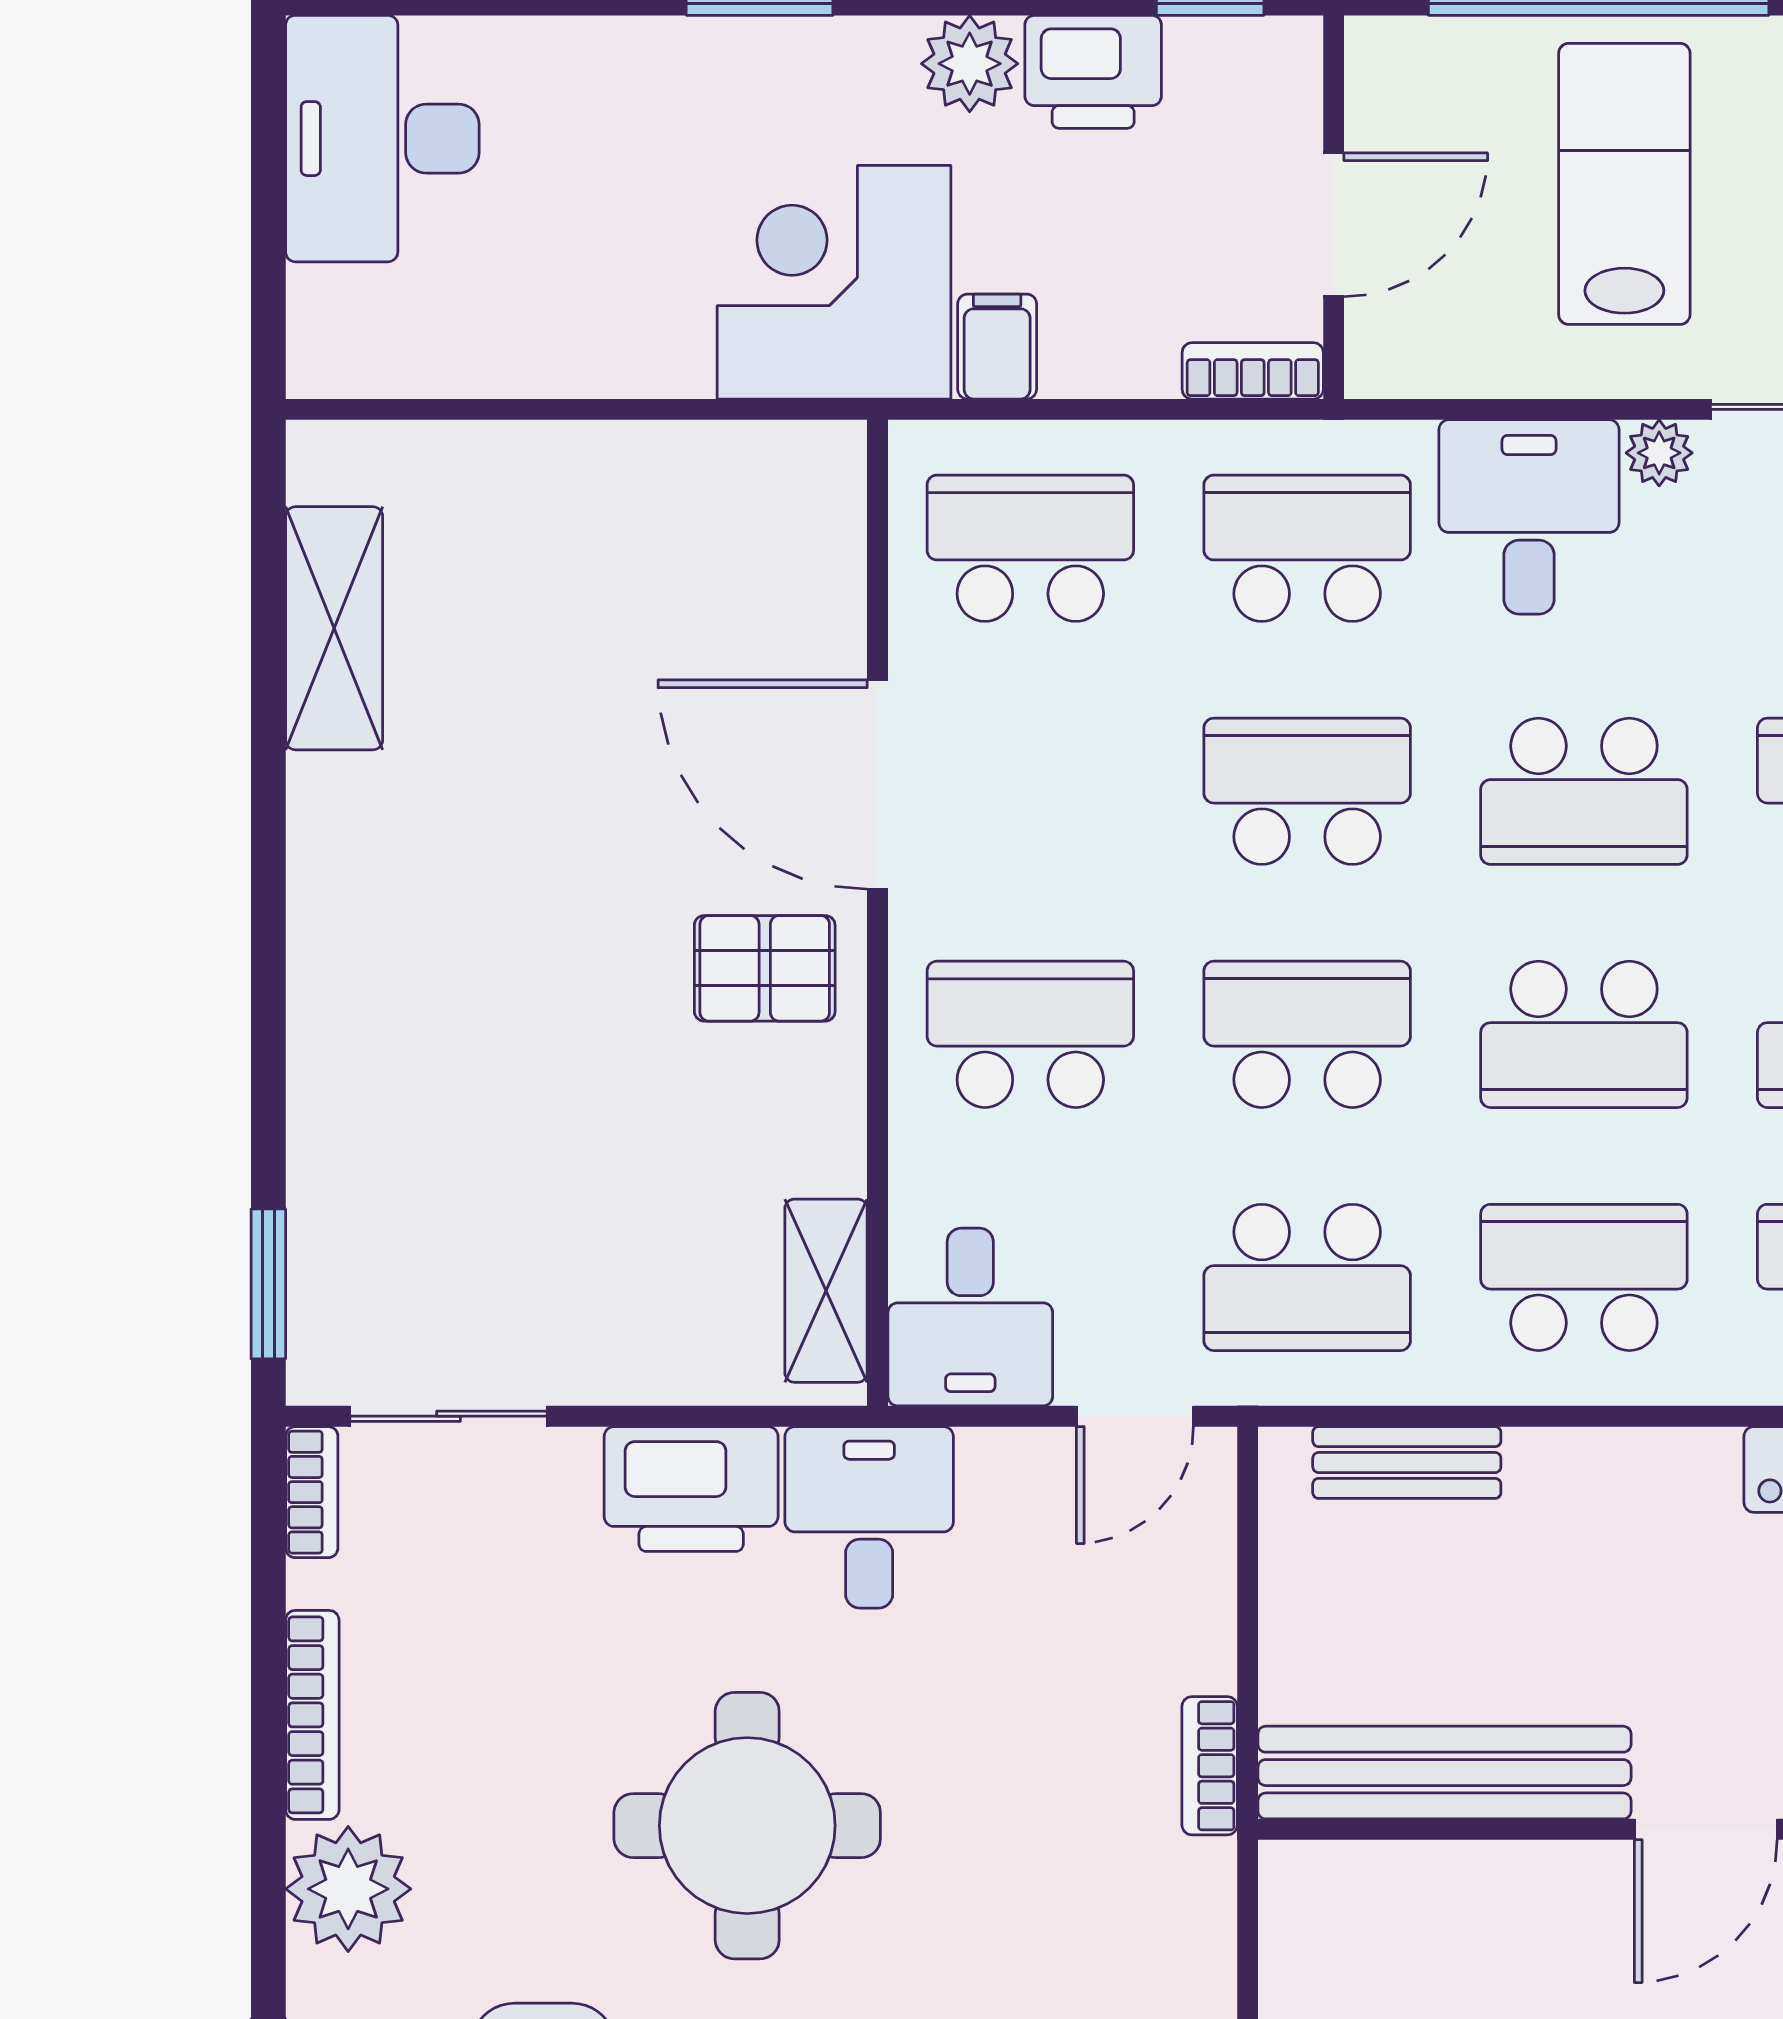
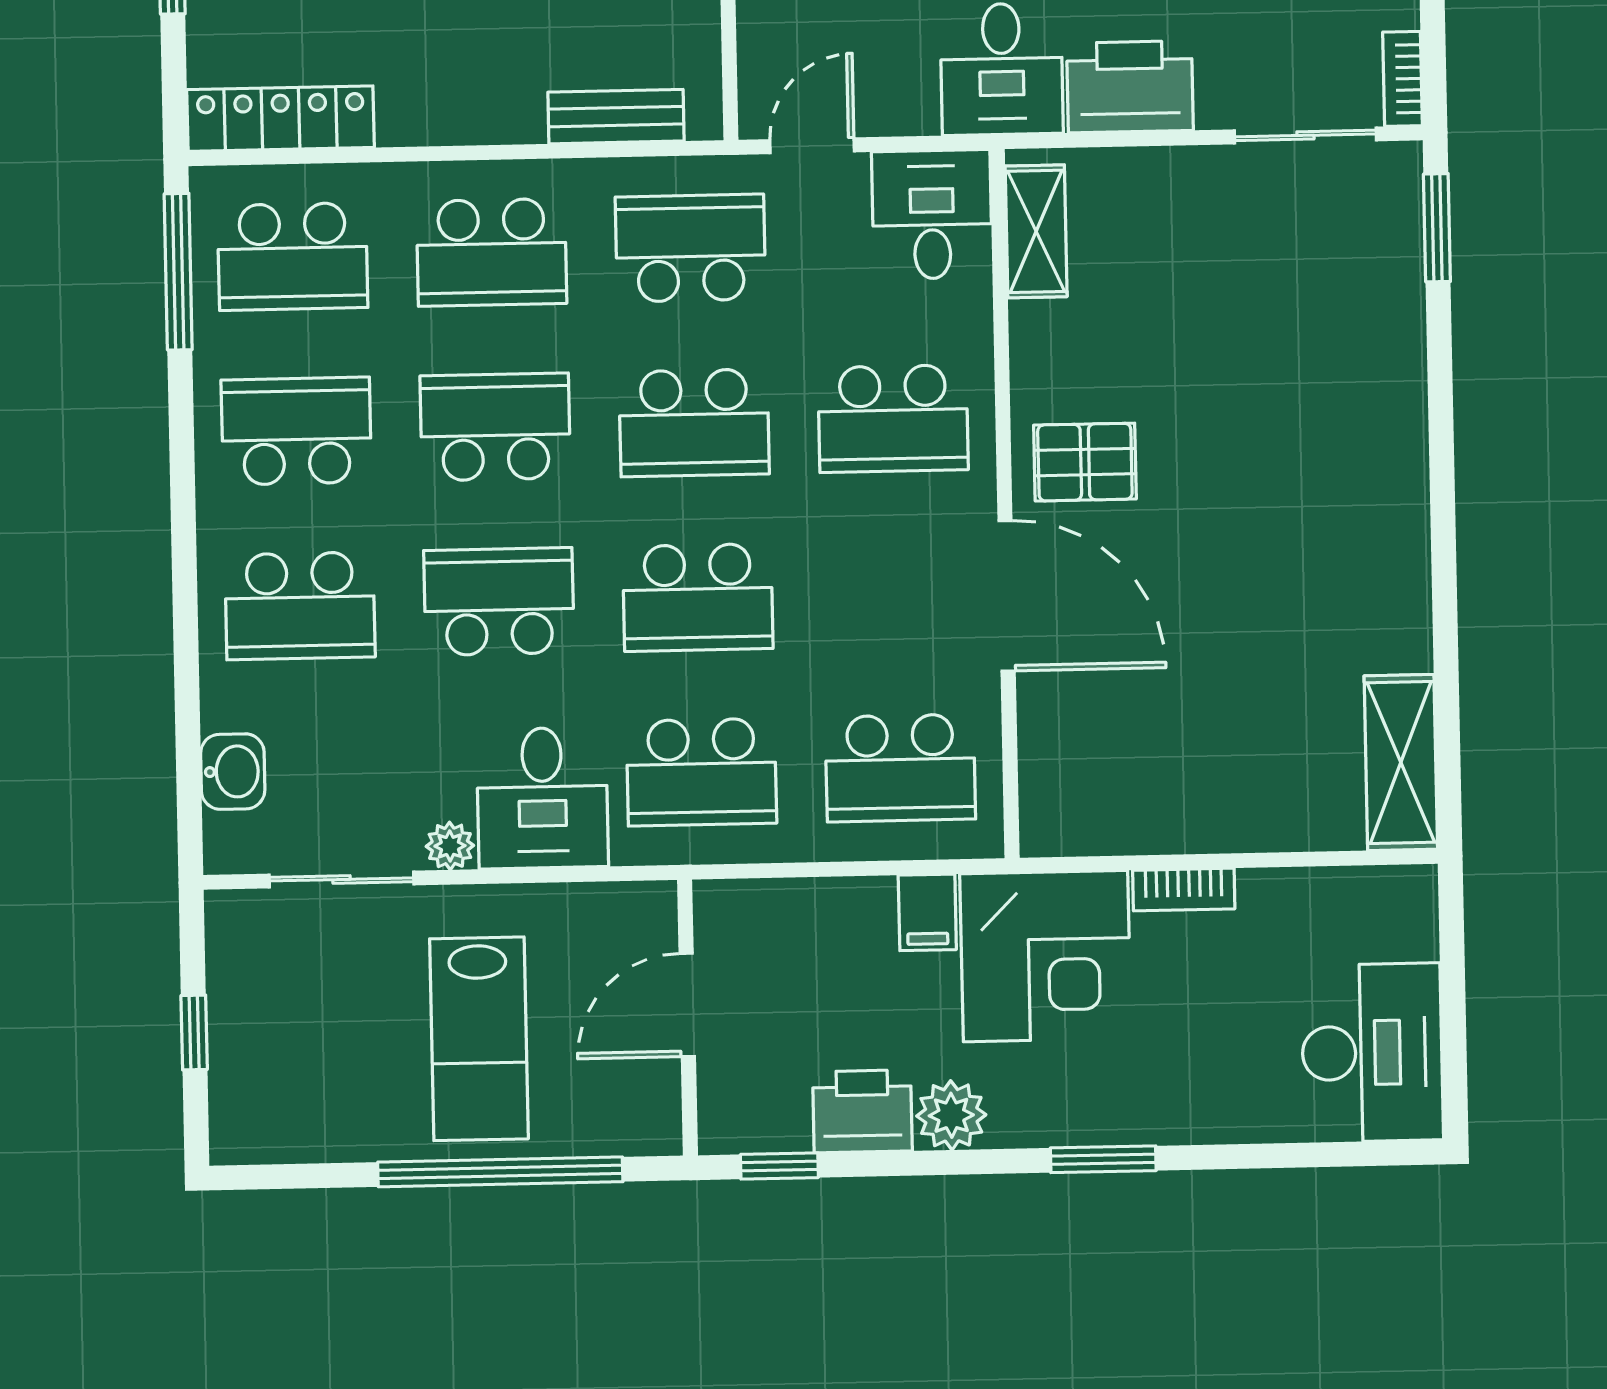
bookcase: (1253, 371) -> (1184, 890), moved
shelving: (334, 628) -> (1401, 762), moved

